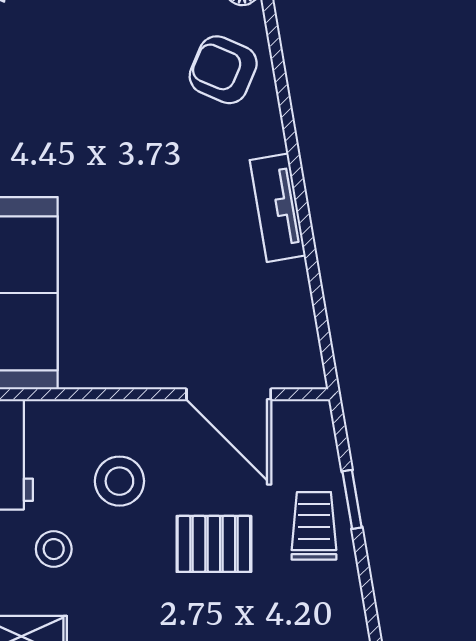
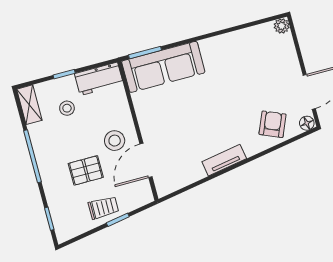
stool: (119, 481) -> (115, 141), moved
pallet: (214, 544) -> (86, 170), turned 90

